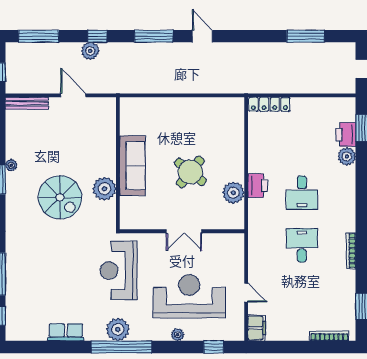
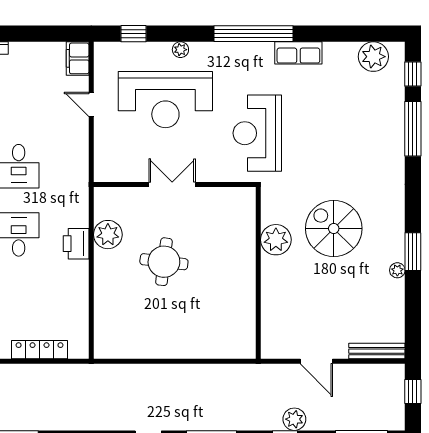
locker: (269, 104) -> (40, 350), moved
sofa: (132, 166) -> (239, 270), removed
round table: (190, 172) -> (164, 262), turned -32
reception desk: (119, 271) -> (257, 133), turned 180
plant: (118, 329) -> (373, 57), moved
row of seats: (66, 332) -> (298, 53), moved

